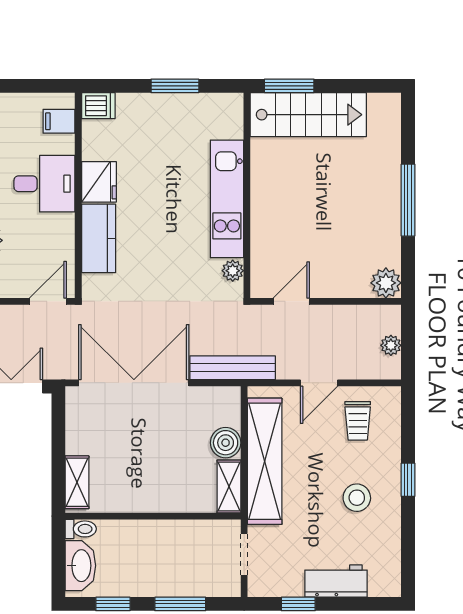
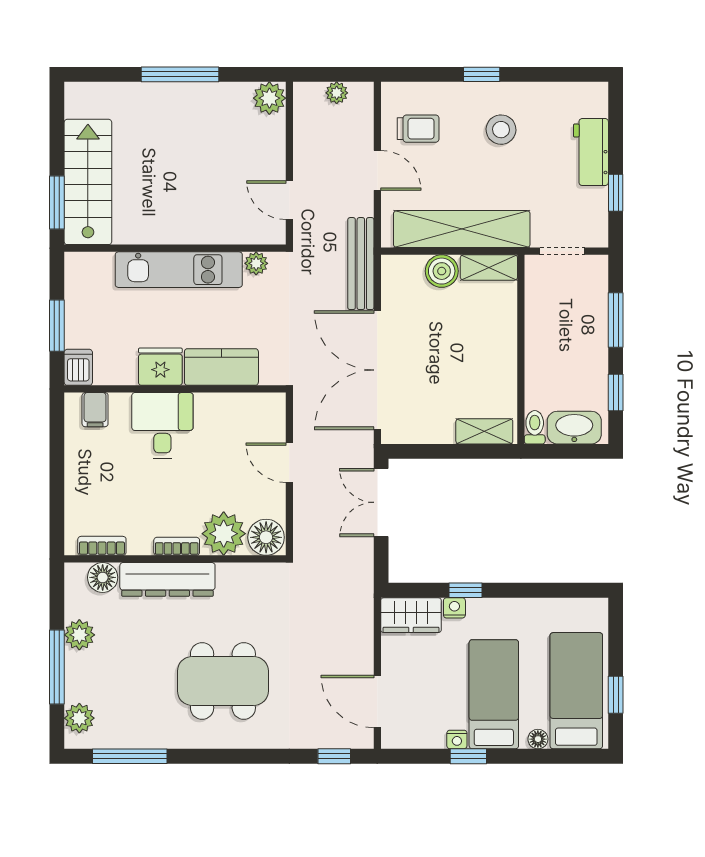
dishwasher: (98, 106) -> (78, 367), moved
filing cabinet: (59, 121) -> (95, 410), moved
fridge: (99, 182) -> (160, 367), moved
desk: (44, 184) -> (162, 425), moved
wall: (78, 195) -> (175, 389), moved
kitchen counter: (99, 238) -> (221, 367), moved

